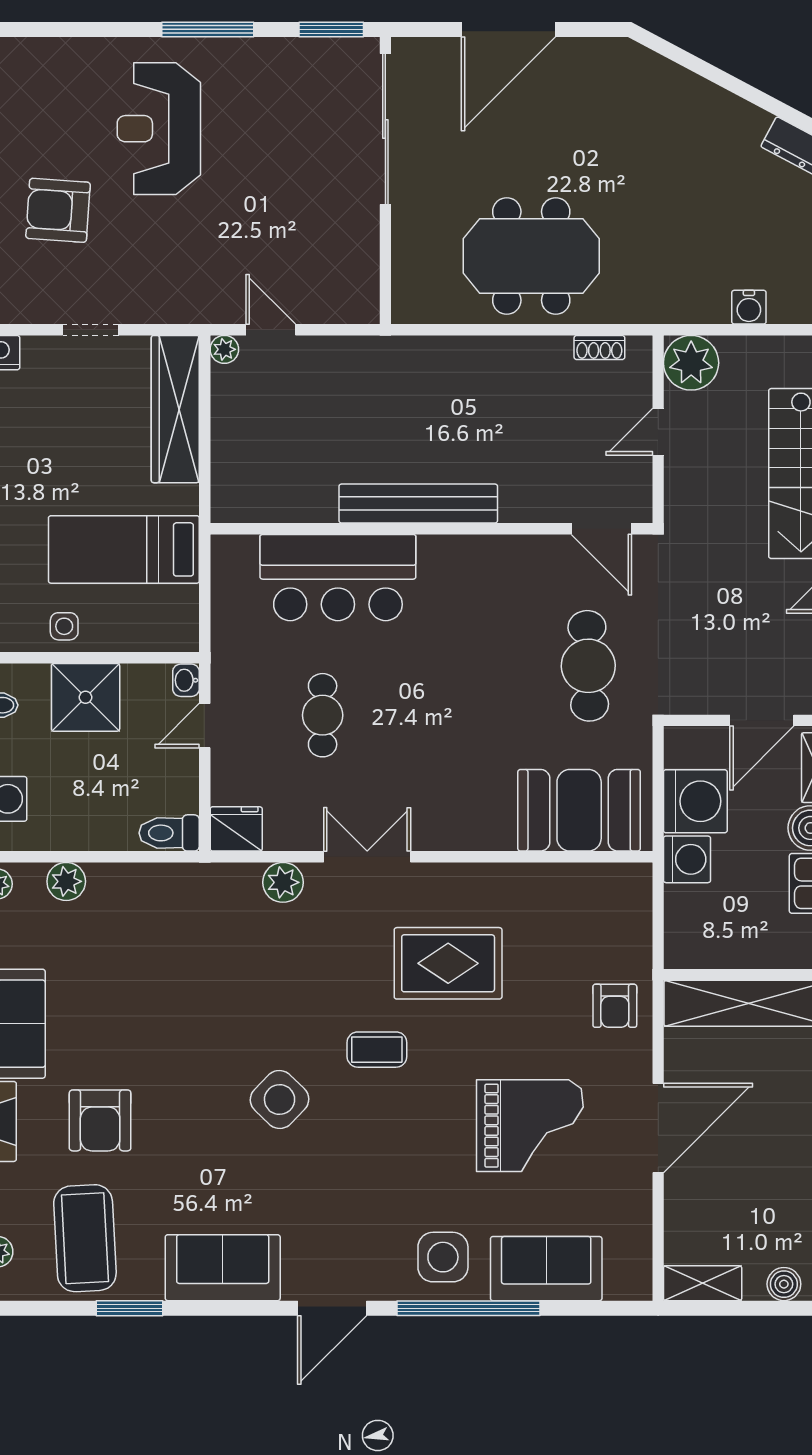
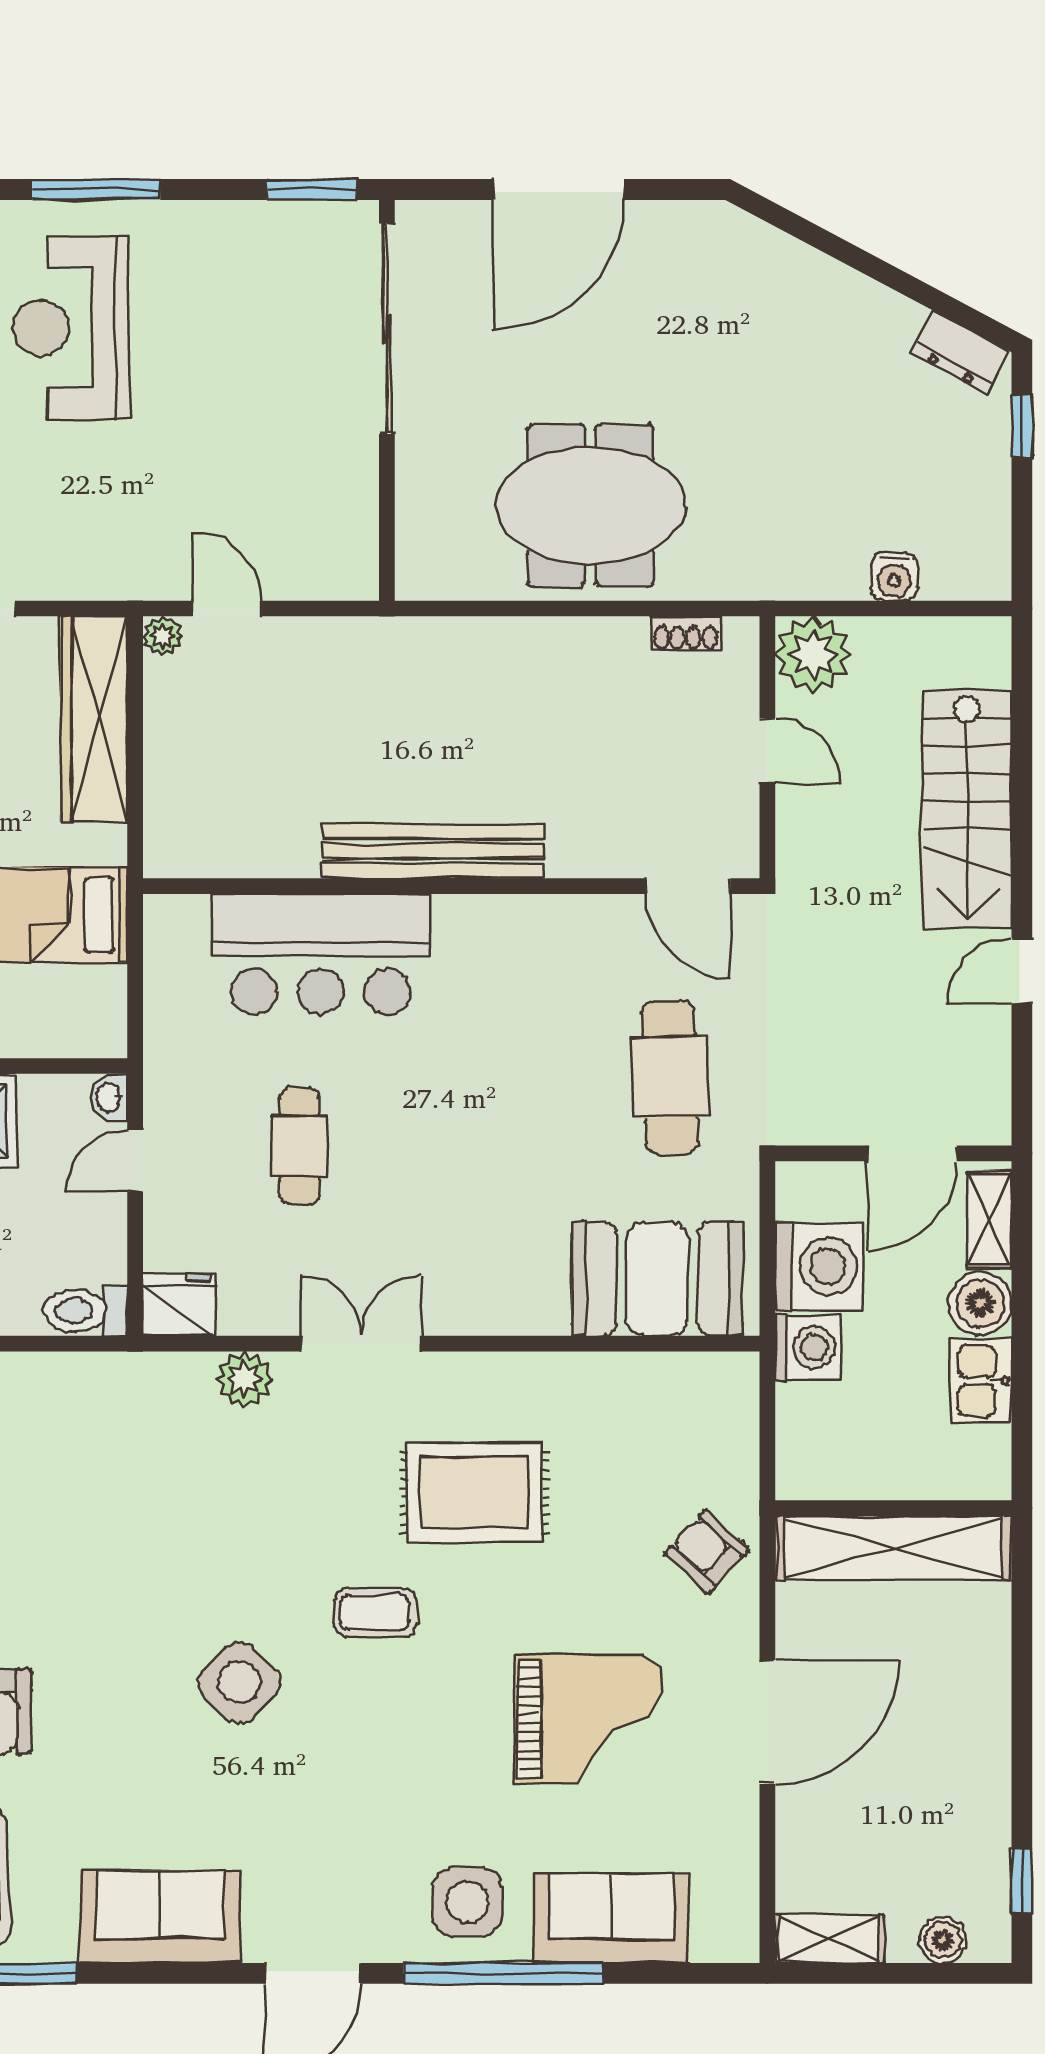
window: (208, 29) -> (96, 190), moved
door: (658, 432) -> (767, 751), swing flipped
armchair: (615, 1006) -> (707, 1552), turned 132

